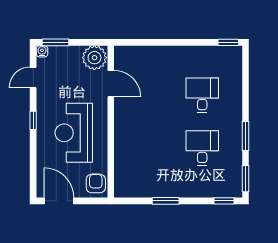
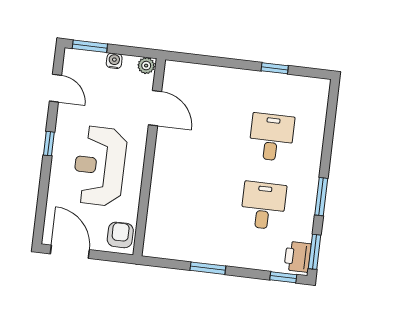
window: (228, 42) -> (275, 68), moved
water cooler: (42, 51) -> (114, 61), moved
plant: (94, 58) -> (146, 66), width x0.53, depth x0.53
door: (33, 77) -> (55, 88), swing flipped
printer: (233, 184) -> (298, 257), added

